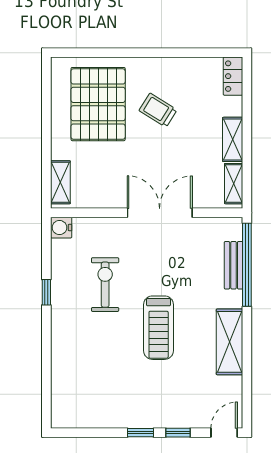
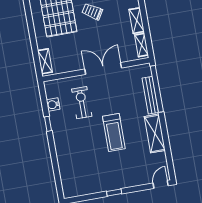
water cooler: (61, 228) -> (53, 105), moved
bench: (234, 265) -> (150, 95), width x1.36
exercise bike: (105, 285) -> (82, 103), moved
window: (178, 433) -> (135, 189), removed

